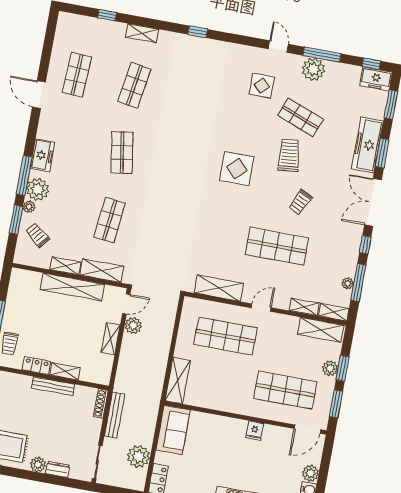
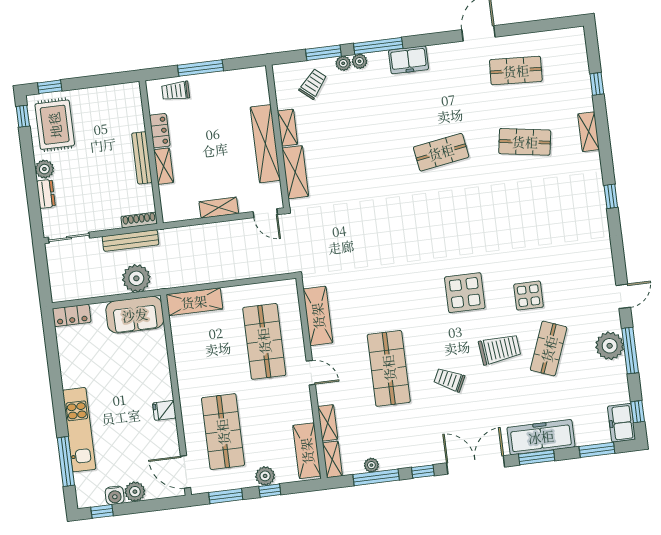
display table: (262, 86) -> (529, 296), moved
plant: (38, 189) -> (359, 61), width x0.53, depth x0.53
shop shelf: (110, 220) -> (357, 163), removed
plant: (133, 326) -> (242, 229), removed
window: (343, 368) -> (270, 491), width x0.67
plant: (139, 457) -> (136, 278), moved

